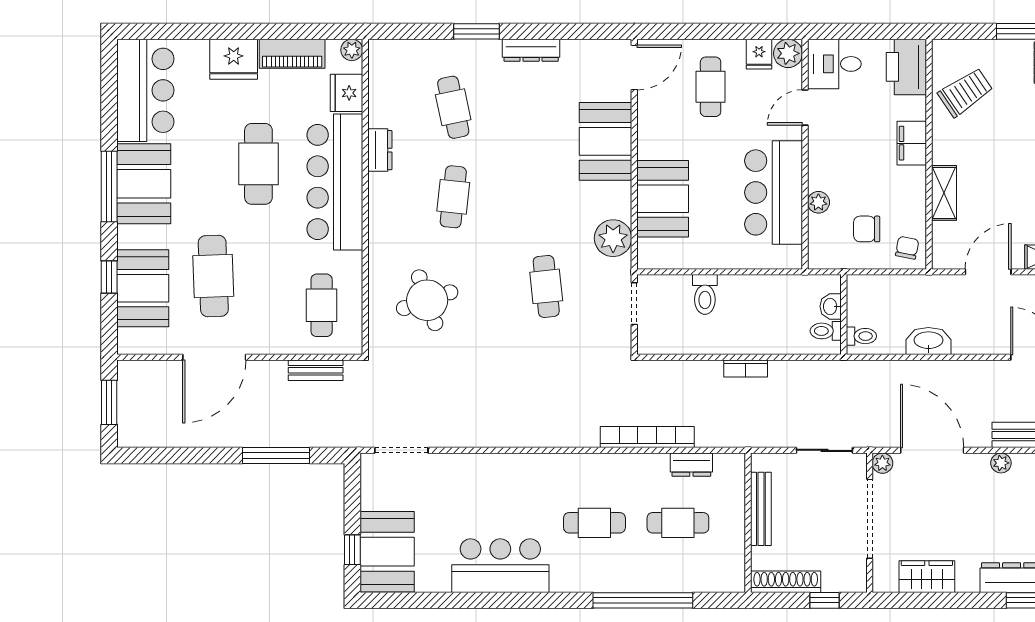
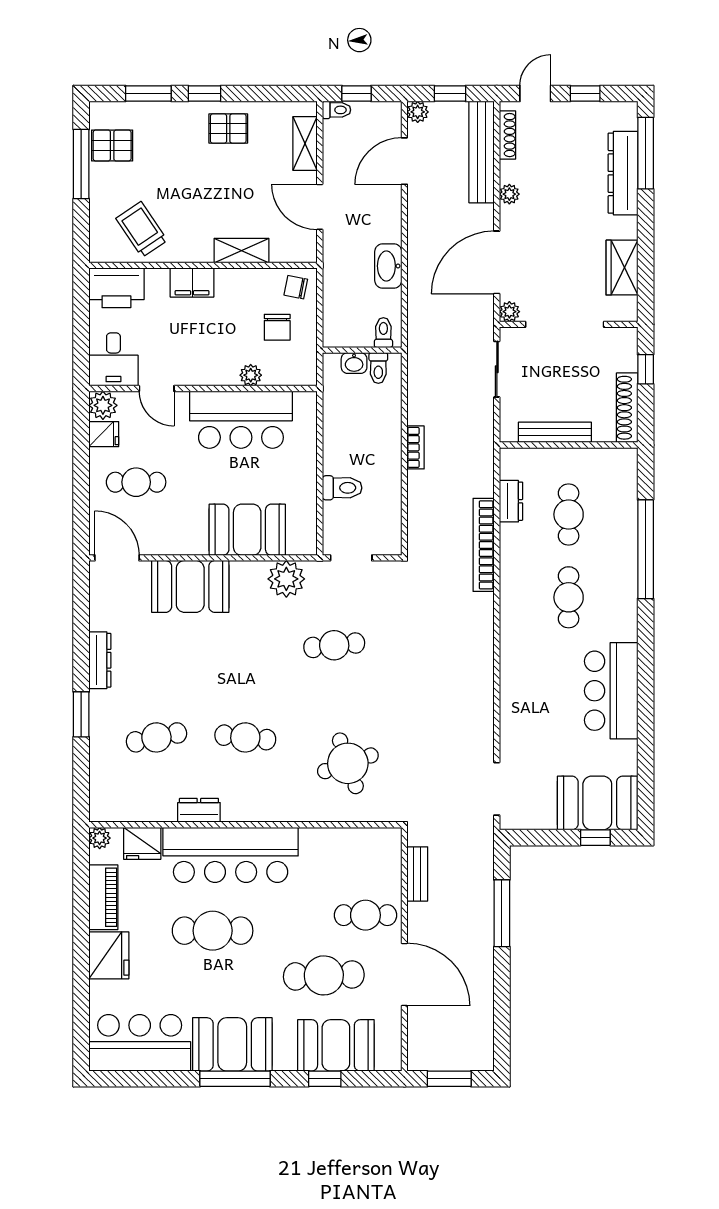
cafe table: (322, 305) -> (365, 915), moved

